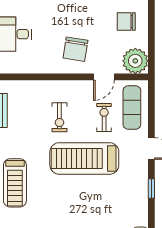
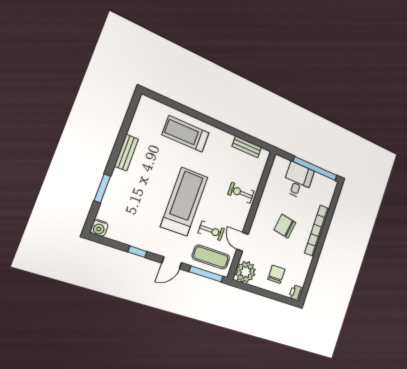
chair: (75, 49) -> (285, 226), moved
window: (151, 106) -> (206, 274), added
exercise bike: (59, 117) -> (241, 193), moved

